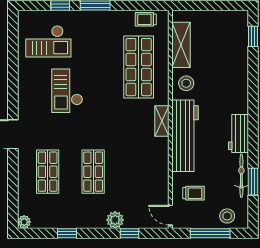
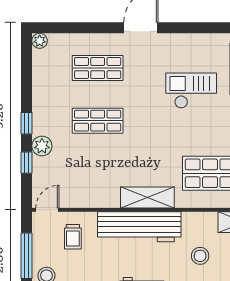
stool: (186, 83) -> (200, 256), moved
shelving: (162, 121) -> (147, 197), width x1.50, depth x1.33
window: (67, 233) -> (27, 123), moved

